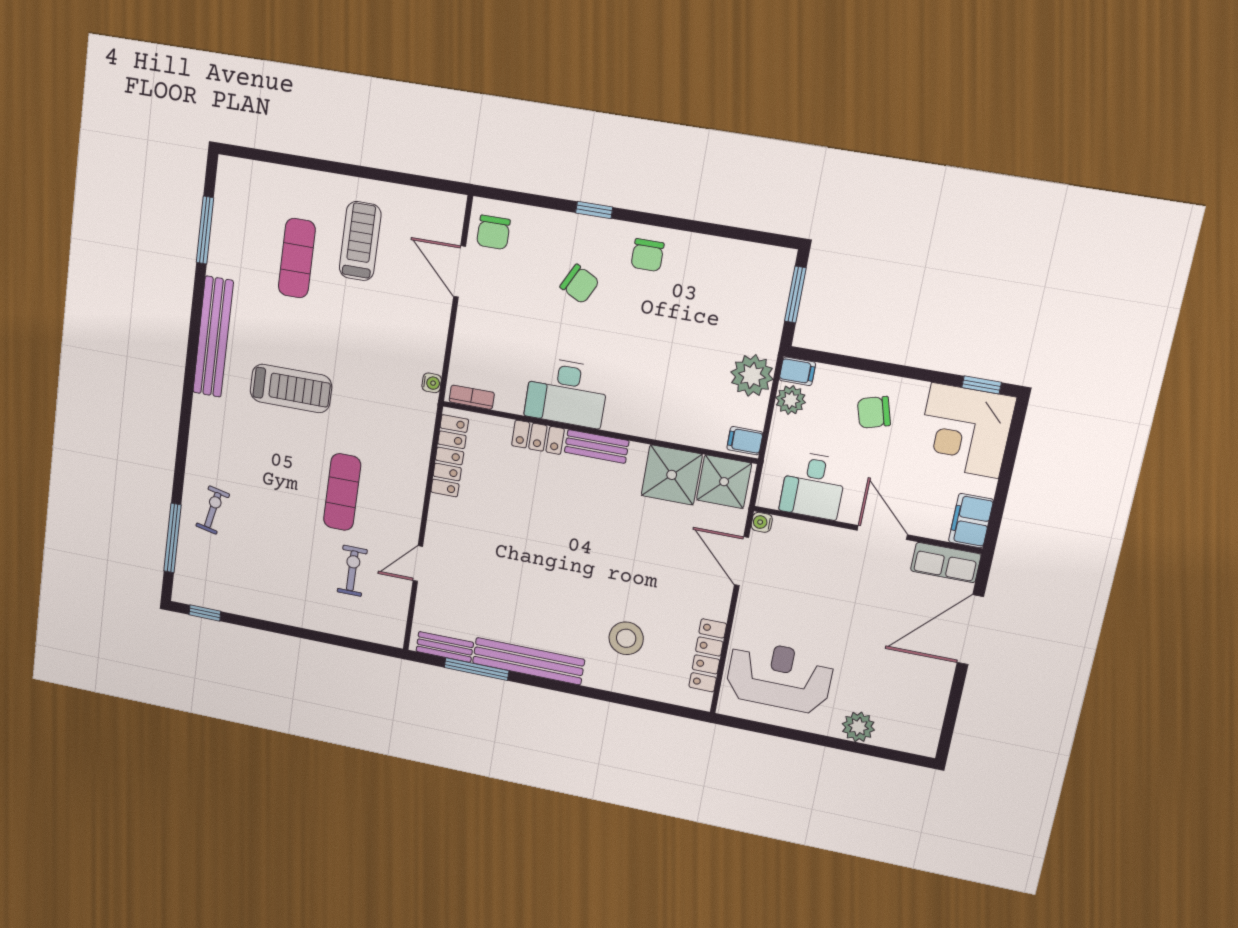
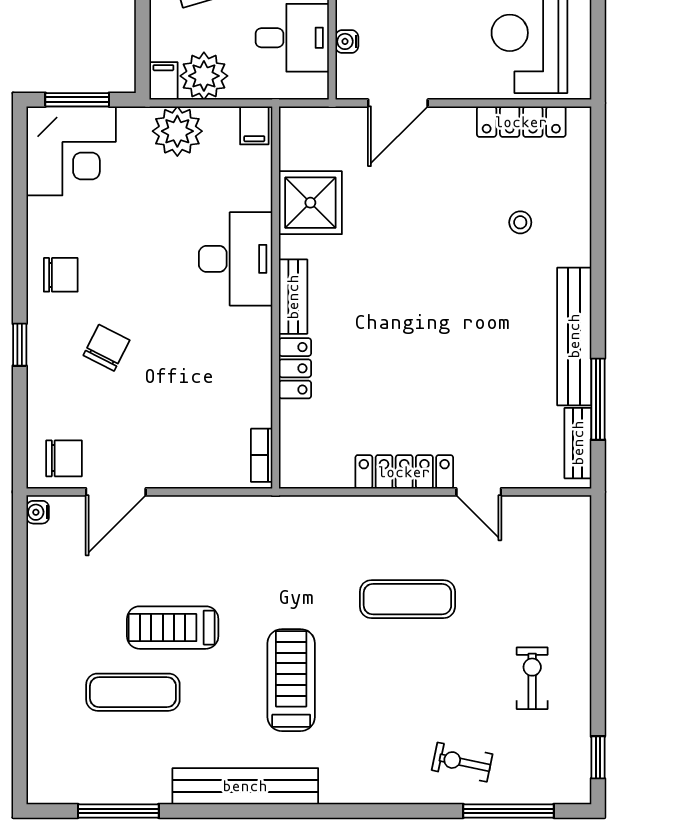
treadmill: (360, 241) -> (173, 628), moved
corner desk: (752, 282) -> (71, 151), added
water cooler: (432, 383) -> (38, 512), moved, turned -90
desk: (567, 392) -> (236, 259), moved
plant: (791, 400) -> (204, 76), width x1.36, depth x1.36
locker: (450, 456) -> (404, 472), moved
shower: (724, 482) -> (307, 141), removed
water cooler: (762, 522) -> (347, 41), moved, turned 90
exercise bike: (352, 571) -> (532, 678), moved, turned 90
stool: (626, 638) -> (520, 222), width x0.53, depth x0.53

